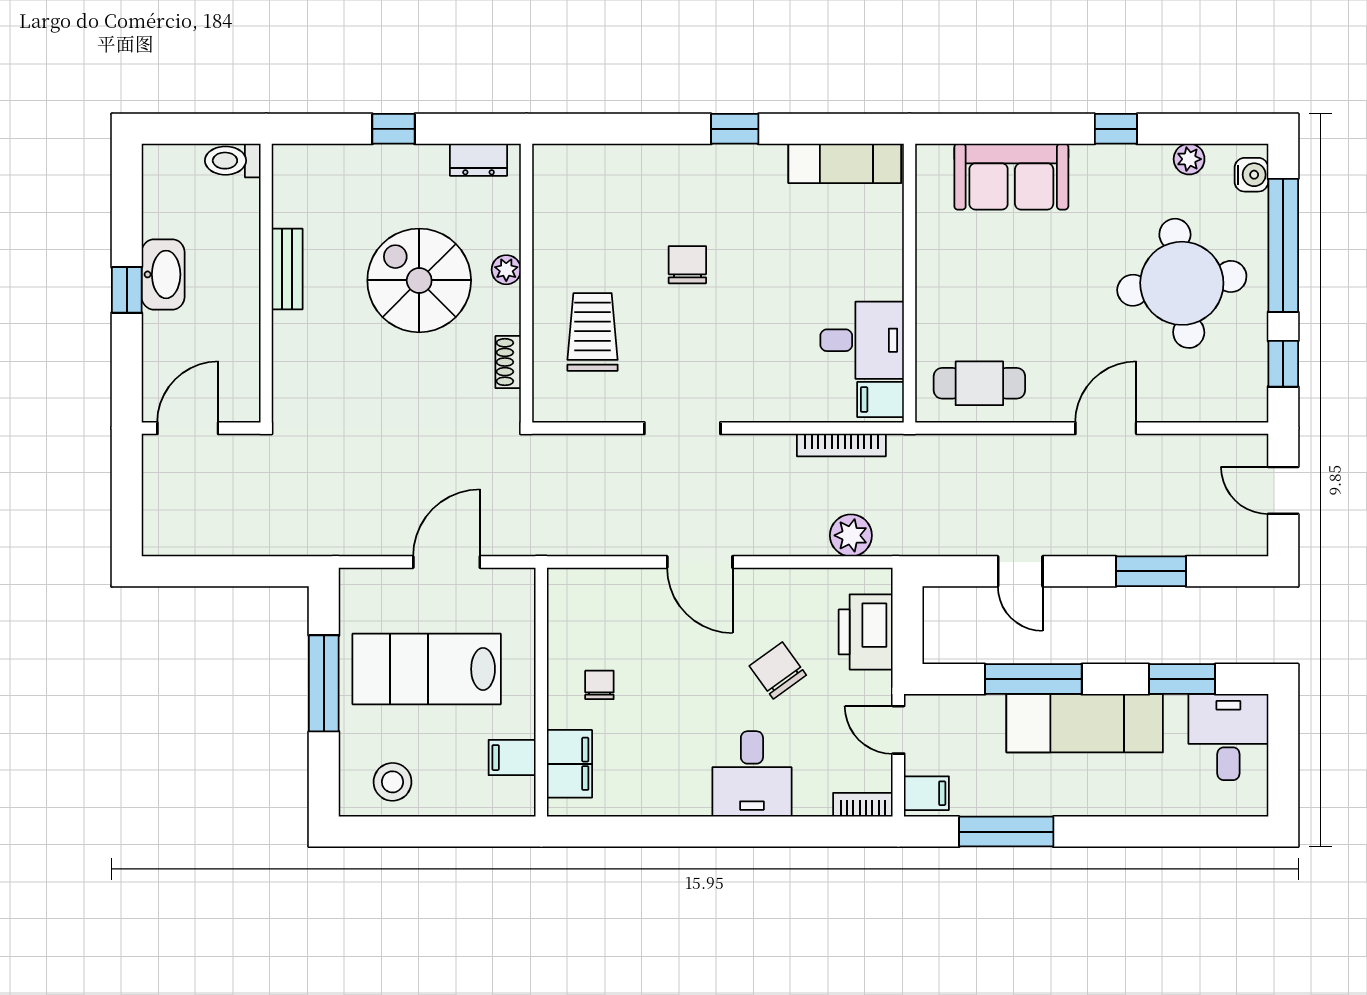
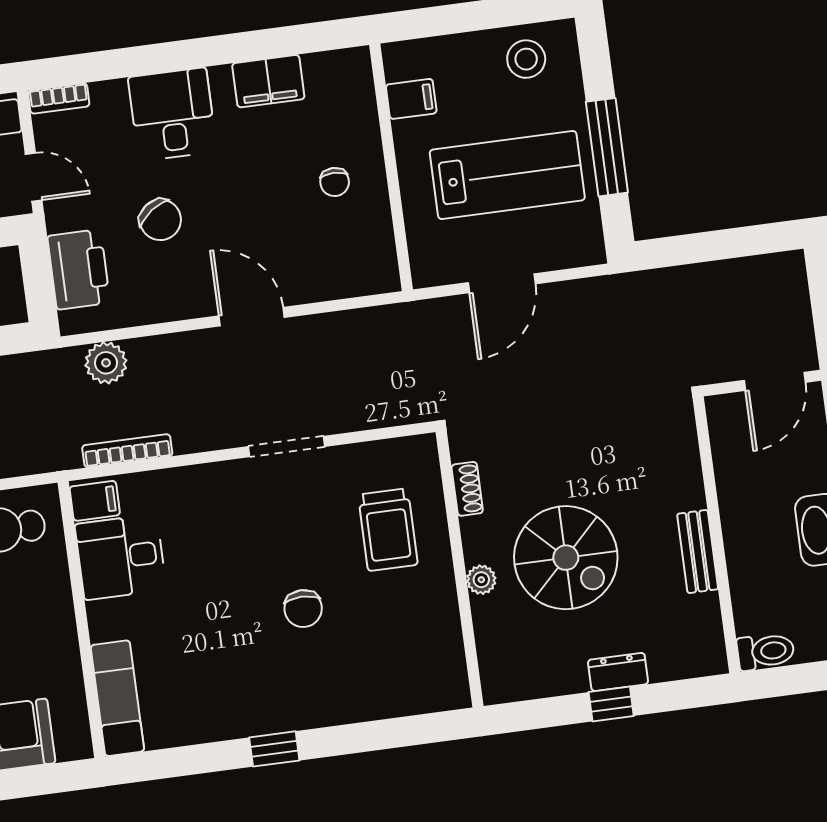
dresser: (479, 160) -> (618, 672), moved
exam couch: (845, 163) -> (117, 698), moved, turned 90
filing cabinet: (569, 764) -> (268, 81), moved, turned -90

